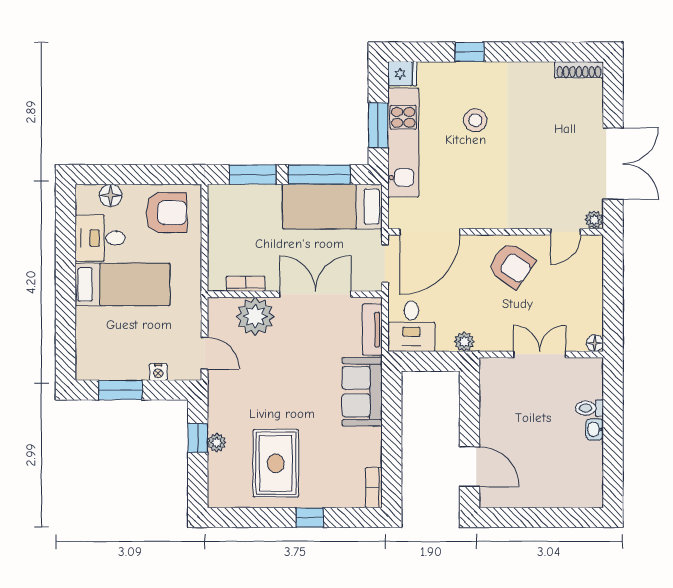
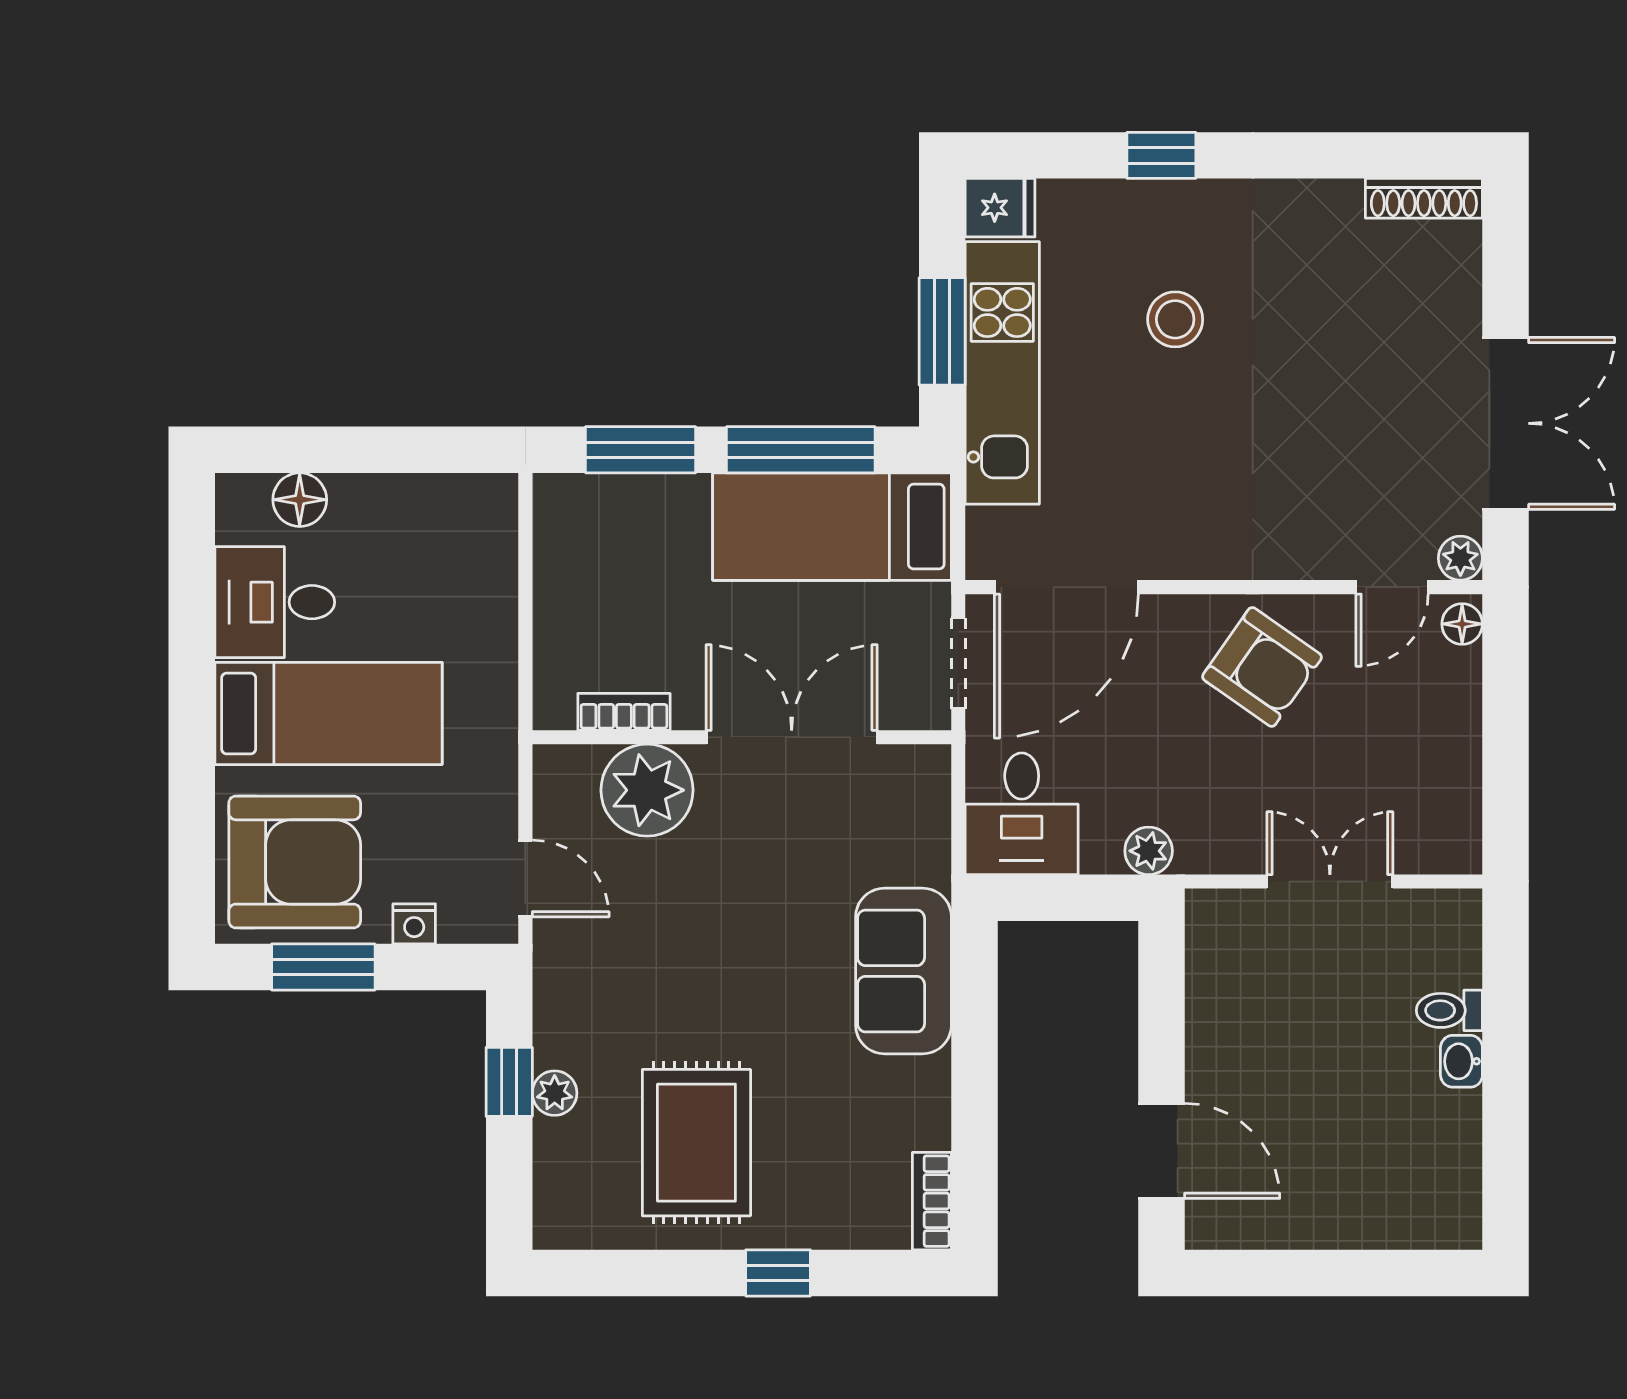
armchair: (166, 213) -> (295, 862), moved, width x1.36, depth x1.36
tv unit: (372, 330) -> (928, 822), removed
floor lamp: (595, 343) -> (1462, 624), moved

